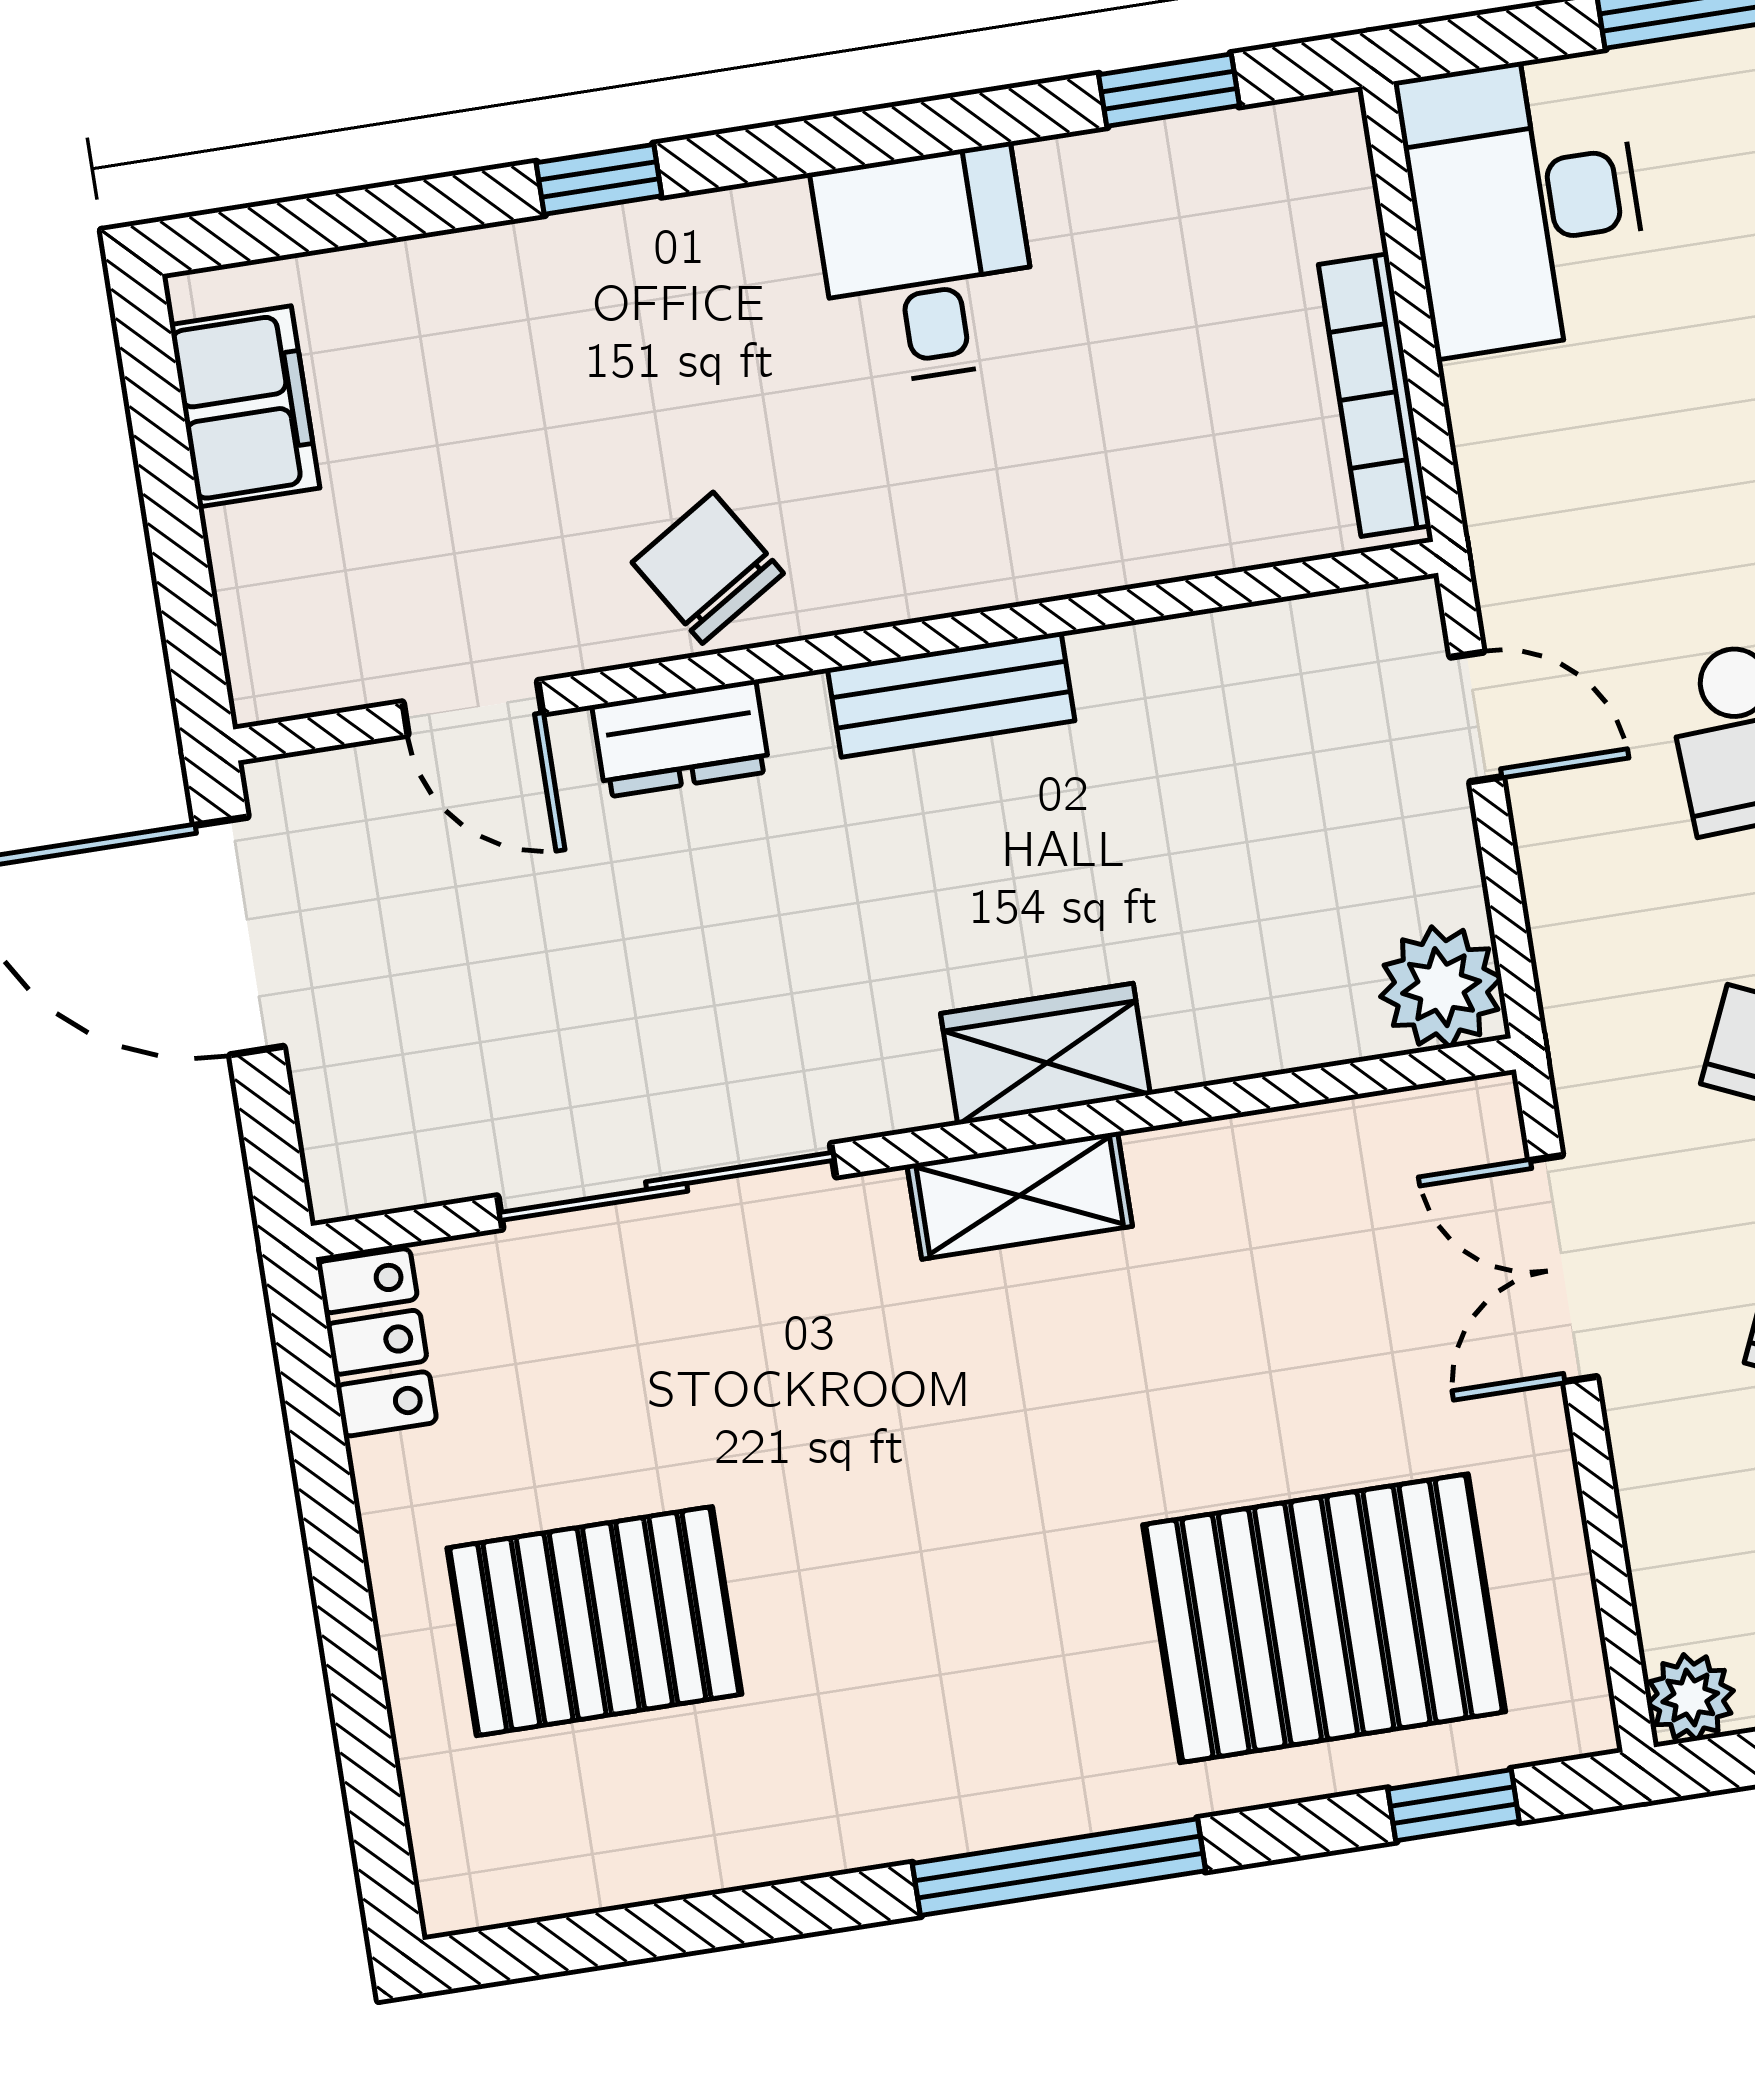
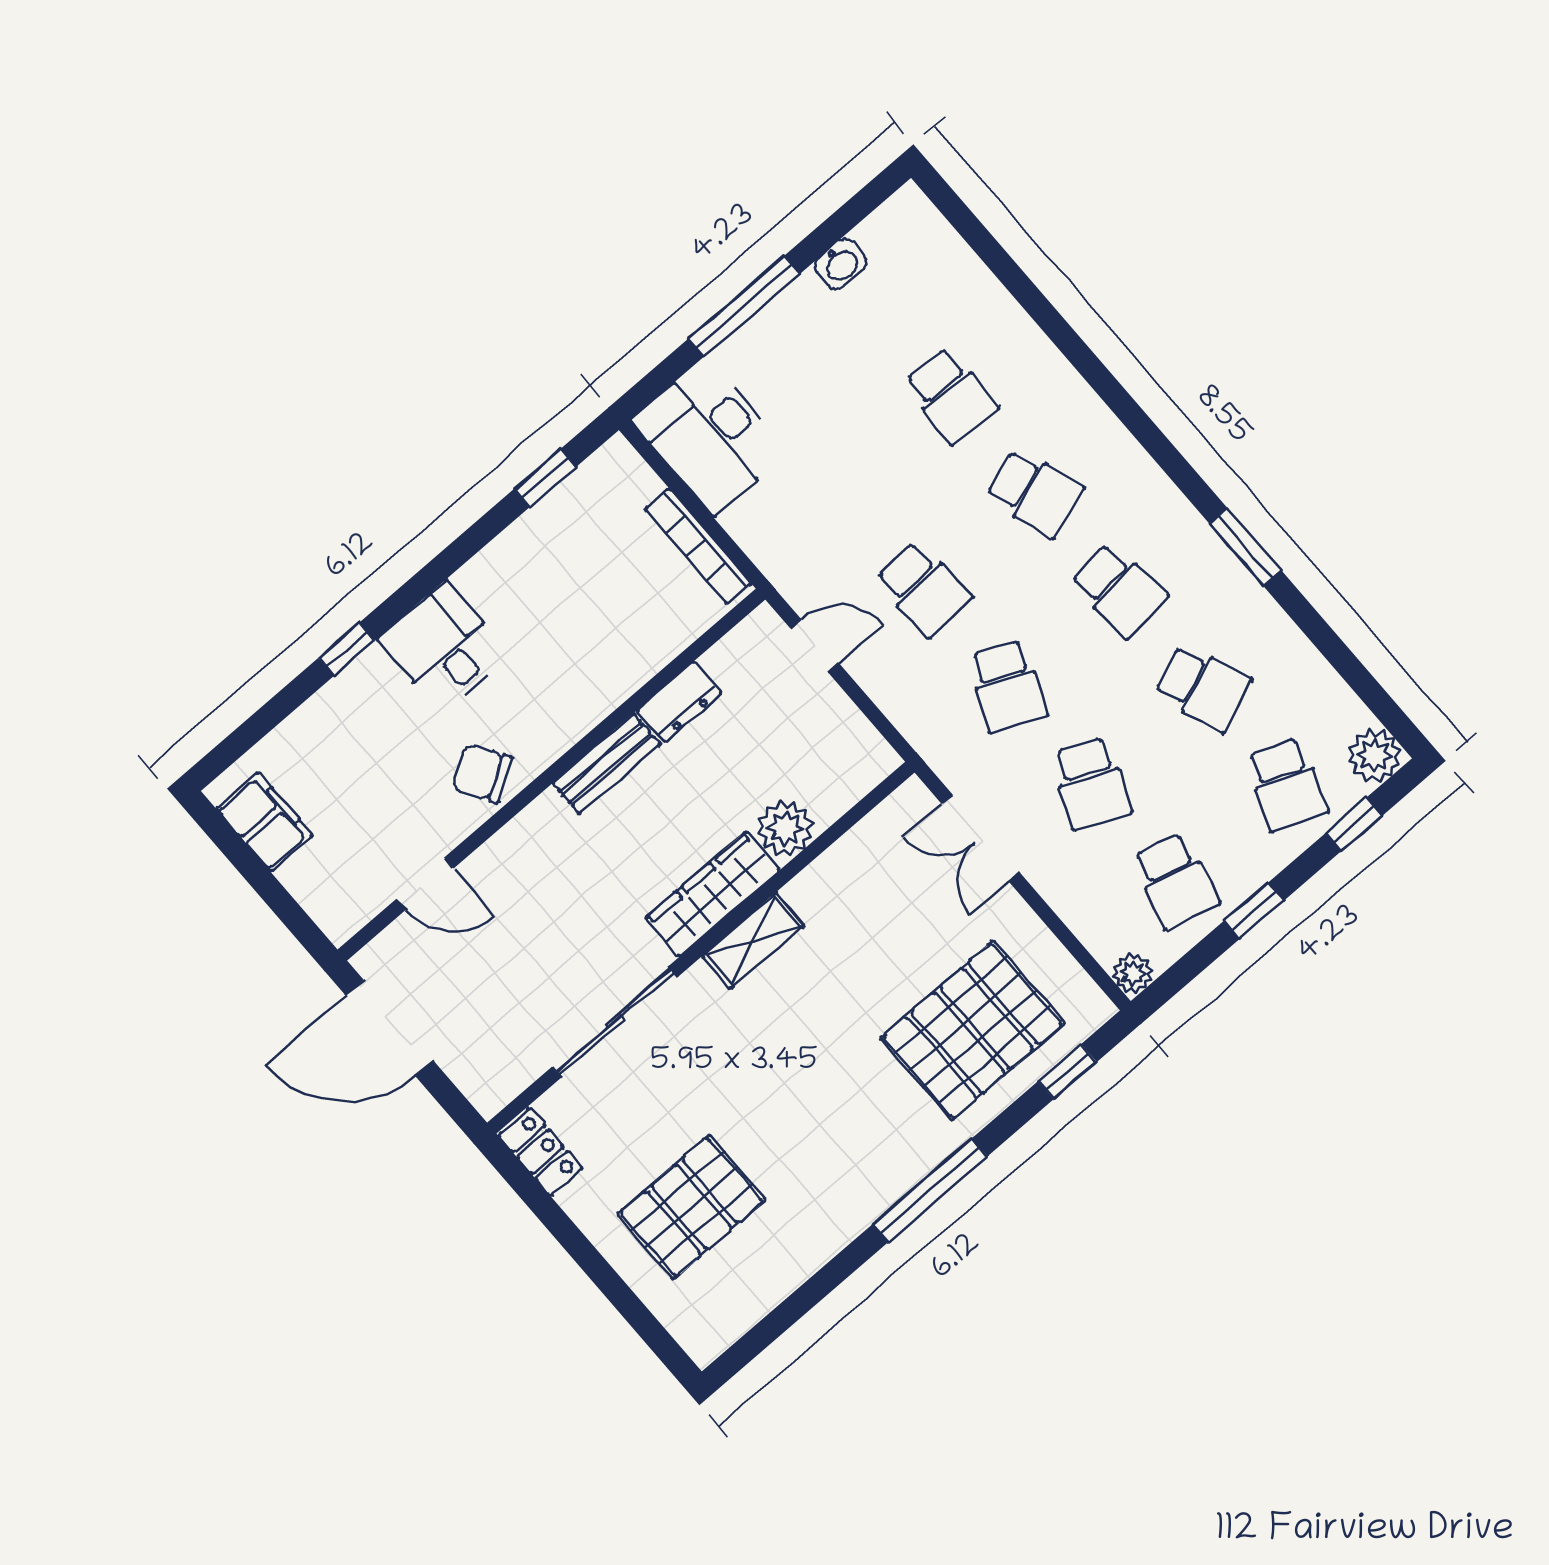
desk: (927, 265) -> (444, 647), moved
dresser: (681, 739) -> (679, 702), moved
plant: (1441, 987) -> (785, 828), moved
wardrobe: (1045, 1054) -> (713, 894), width x1.50

